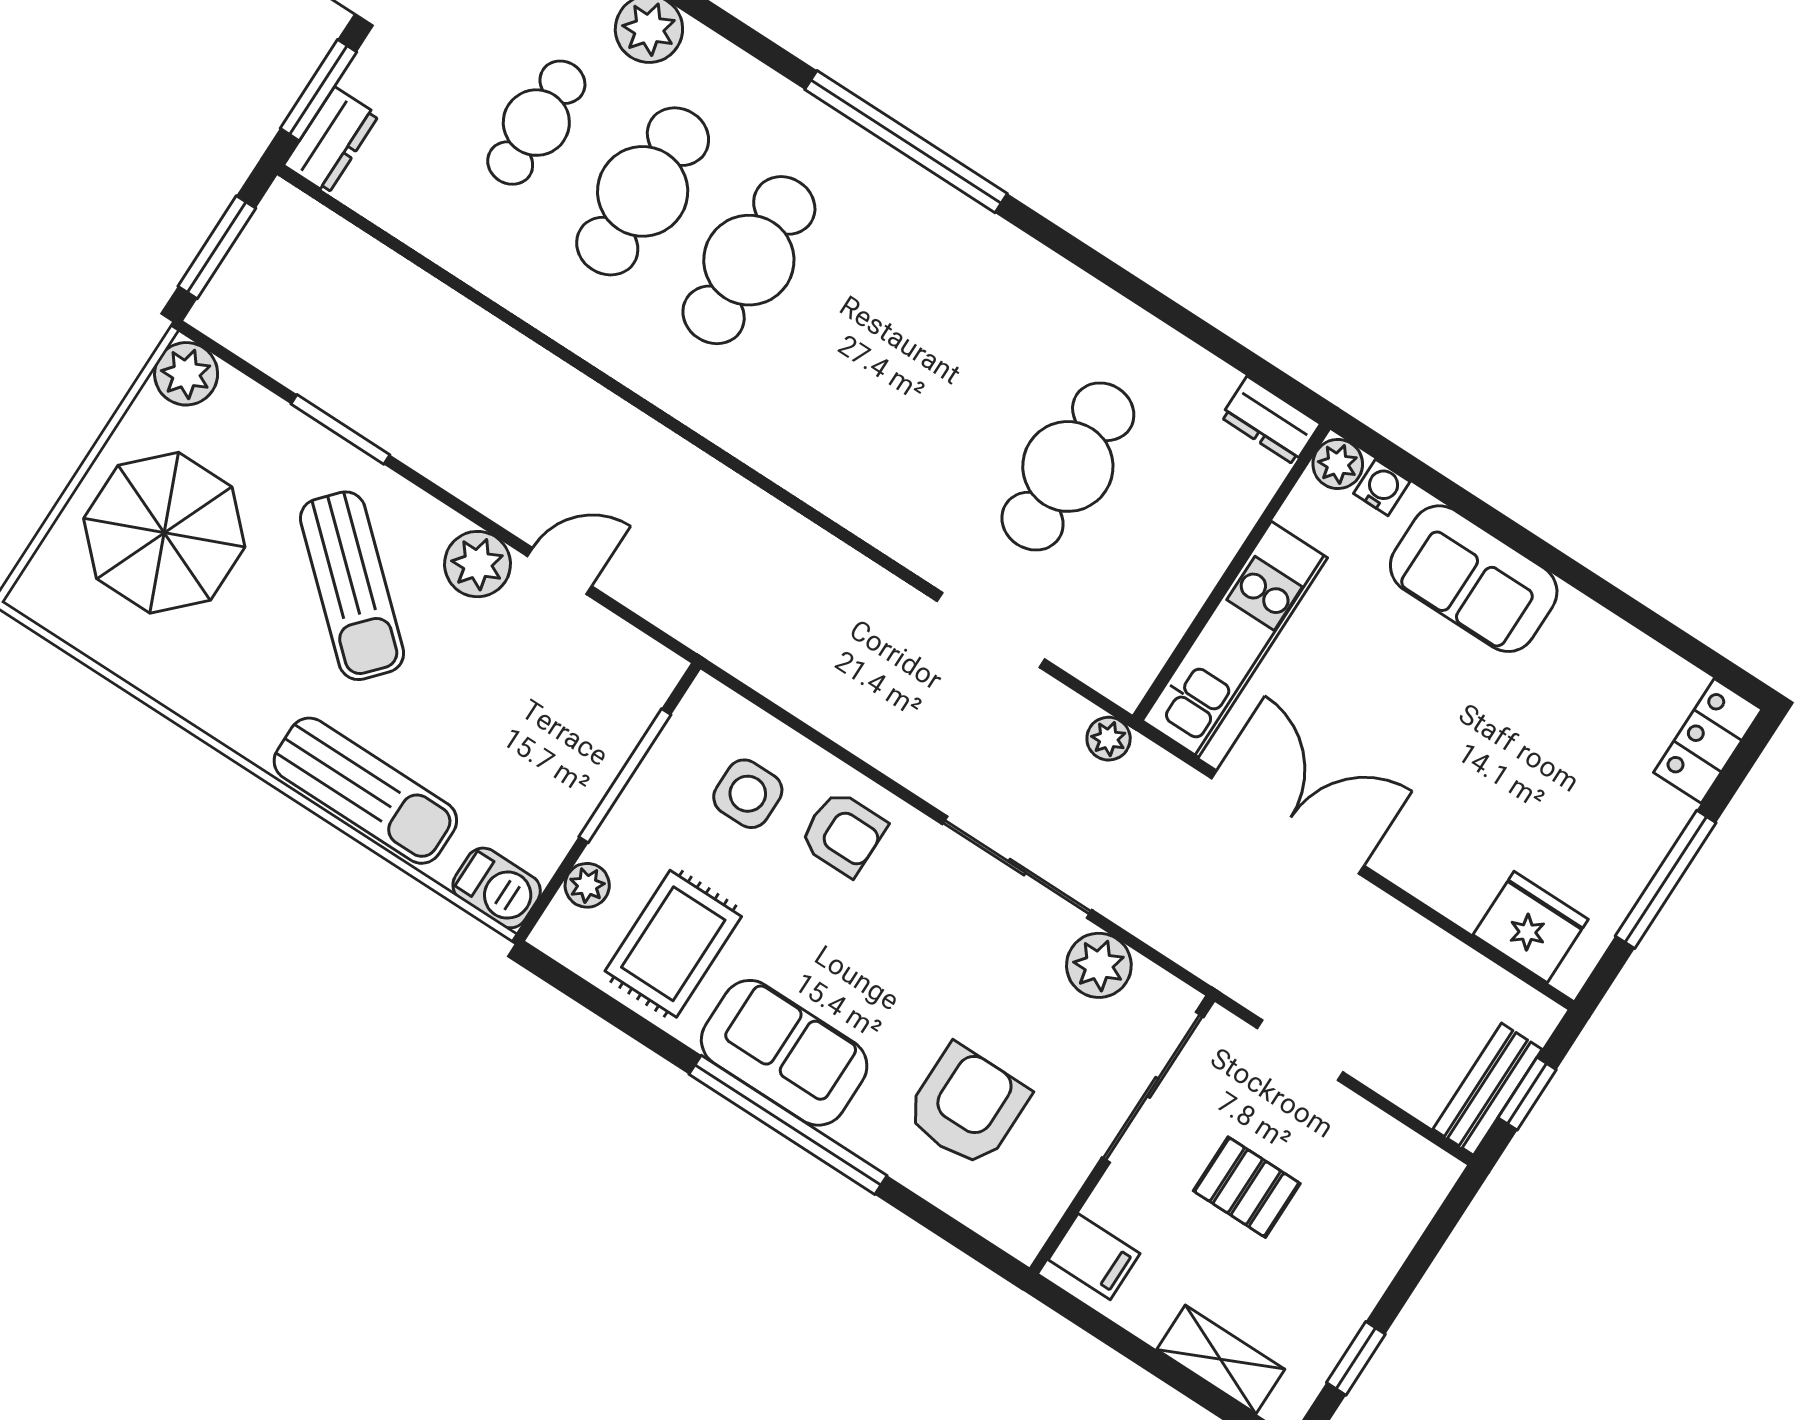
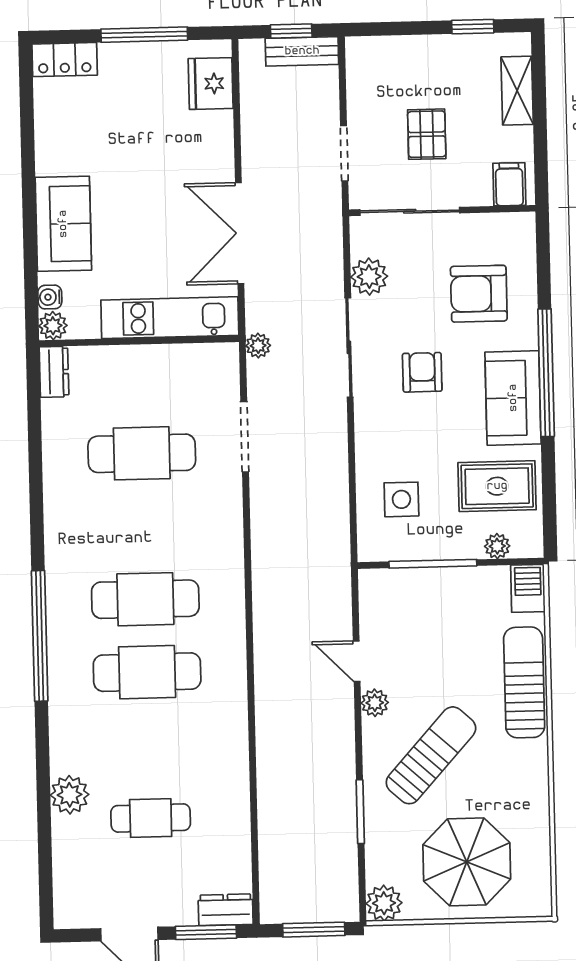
cafe table: (643, 191) -> (145, 599), moved
plant: (478, 564) -> (375, 703), width x0.73, depth x0.73
armchair: (843, 833) -> (422, 372), moved

